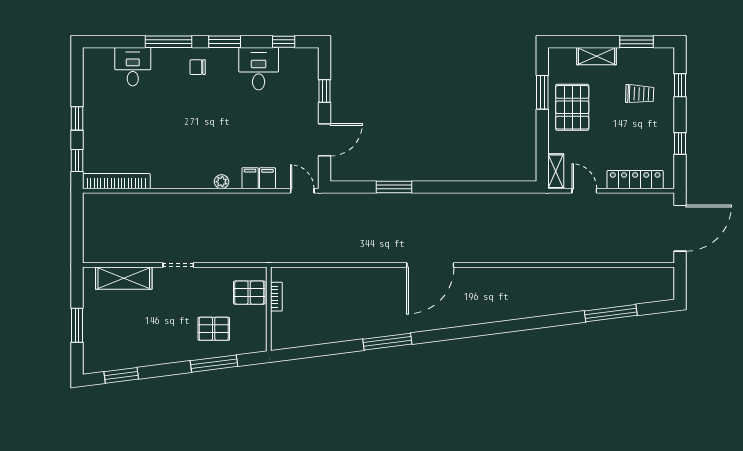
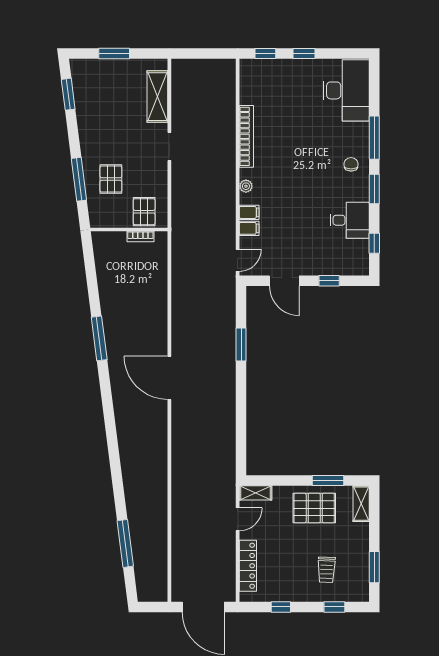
shelving: (596, 56) -> (361, 504), moved
desk: (133, 67) -> (346, 90), width x1.87, depth x1.30
bookcase: (116, 181) -> (246, 136), moved

